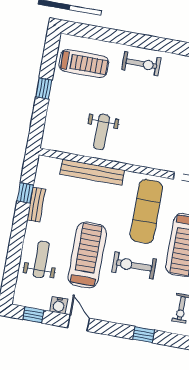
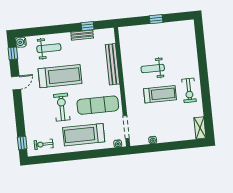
treadmill: (84, 64) -> (160, 94), moved, turned -90
exercise bike: (141, 64) -> (189, 90), moved
weight bench: (102, 132) -> (153, 68), moved
water cooler: (59, 305) -> (21, 42), moved
window: (144, 335) -> (22, 143), moved

